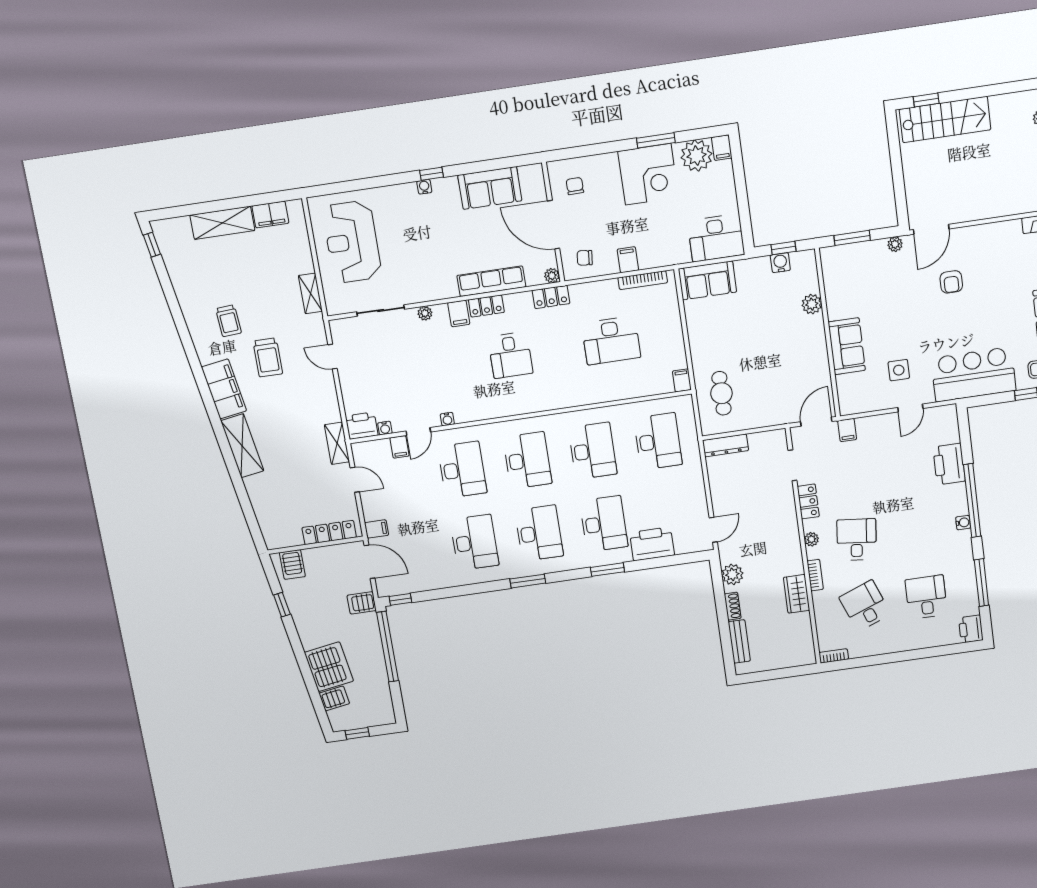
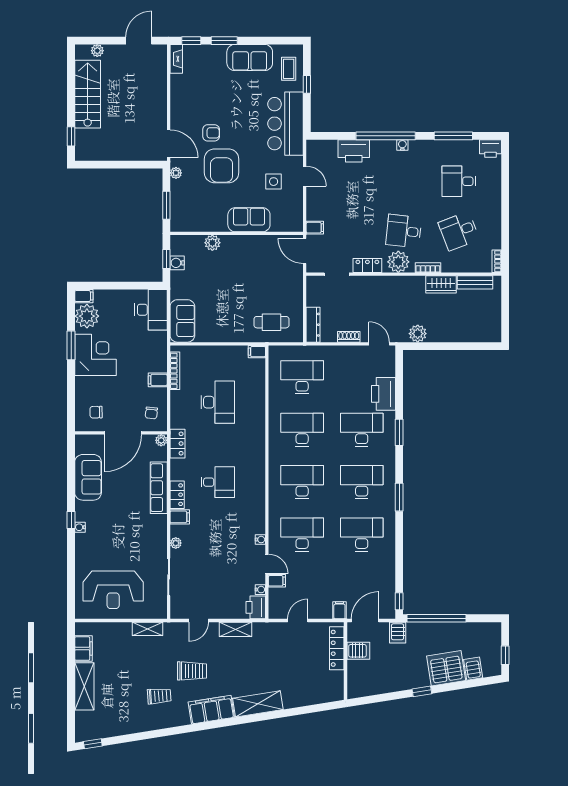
stairs: (945, 119) -> (88, 94), moved
armchair: (911, 301) -> (222, 166), added
shelving: (337, 443) -> (236, 629), moved
plant: (811, 539) -> (398, 262), width x1.88, depth x1.88
server rack: (292, 565) -> (358, 651), moved
window: (282, 605) -> (422, 691), moved
shoe rack: (733, 606) -> (349, 337), moved
bench: (739, 641) -> (475, 282), moved

